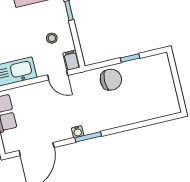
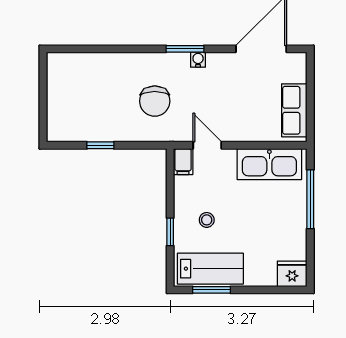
stool: (52, 38) -> (207, 220), moved
chair: (111, 80) -> (155, 101), moved, turned -90

